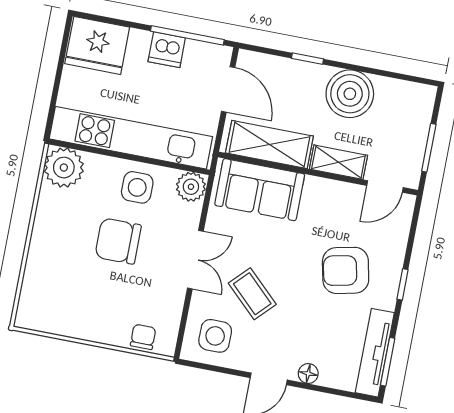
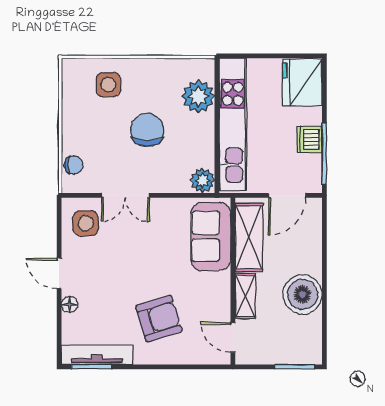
window: (308, 59) -> (324, 255), removed
window: (429, 148) -> (295, 367), moved
plant: (64, 168) -> (198, 96), moved
side table: (137, 187) -> (108, 85), moved
double door: (195, 260) -> (125, 195), moved
armchair: (346, 270) -> (159, 319), turned 85
window: (403, 284) -> (156, 367), removed
coffee table: (252, 294) -> (125, 247), removed

